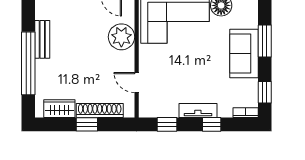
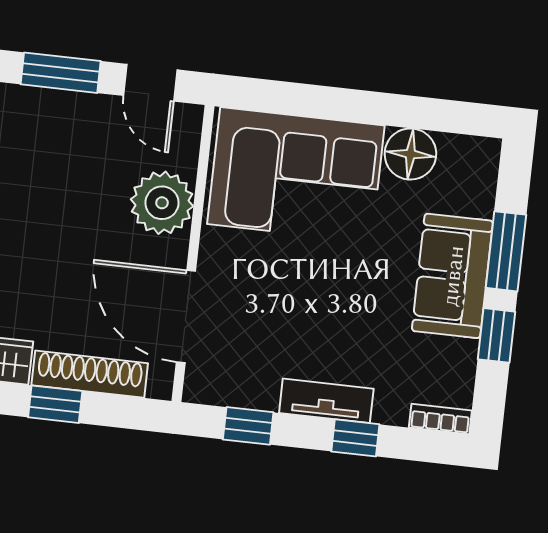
door: (137, 82) -> (186, 317), width x1.87
window: (265, 92) -> (496, 335), moved

